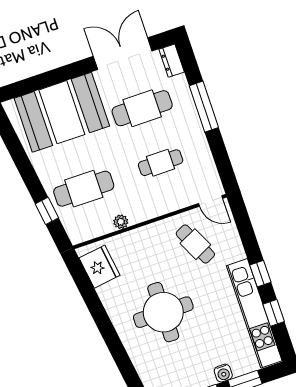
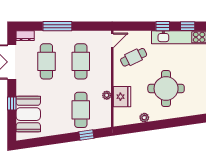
window: (57, 76) -> (12, 103), added
booth: (62, 112) -> (28, 114), width x0.73, depth x0.70
cafe table: (161, 163) -> (81, 61), width x1.37, depth x1.35
fridge: (100, 267) -> (122, 97), moved, turned 98
plant: (106, 293) -> (144, 118), added

